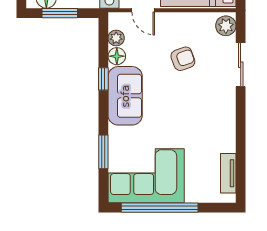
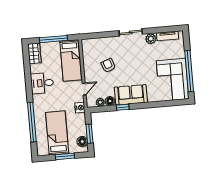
plant: (226, 26) -> (151, 39), moved
sliding door: (241, 65) -> (131, 32), moved
window: (103, 152) -> (162, 104), removed

